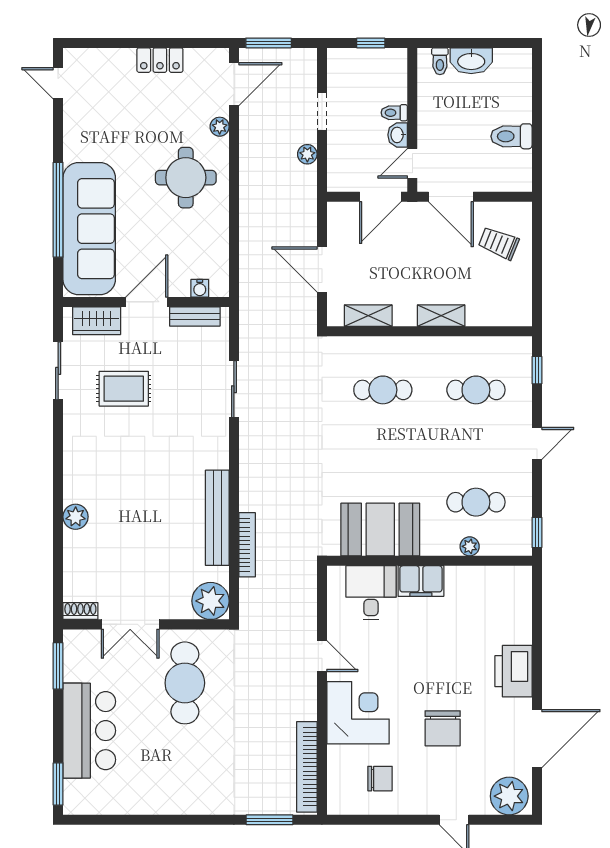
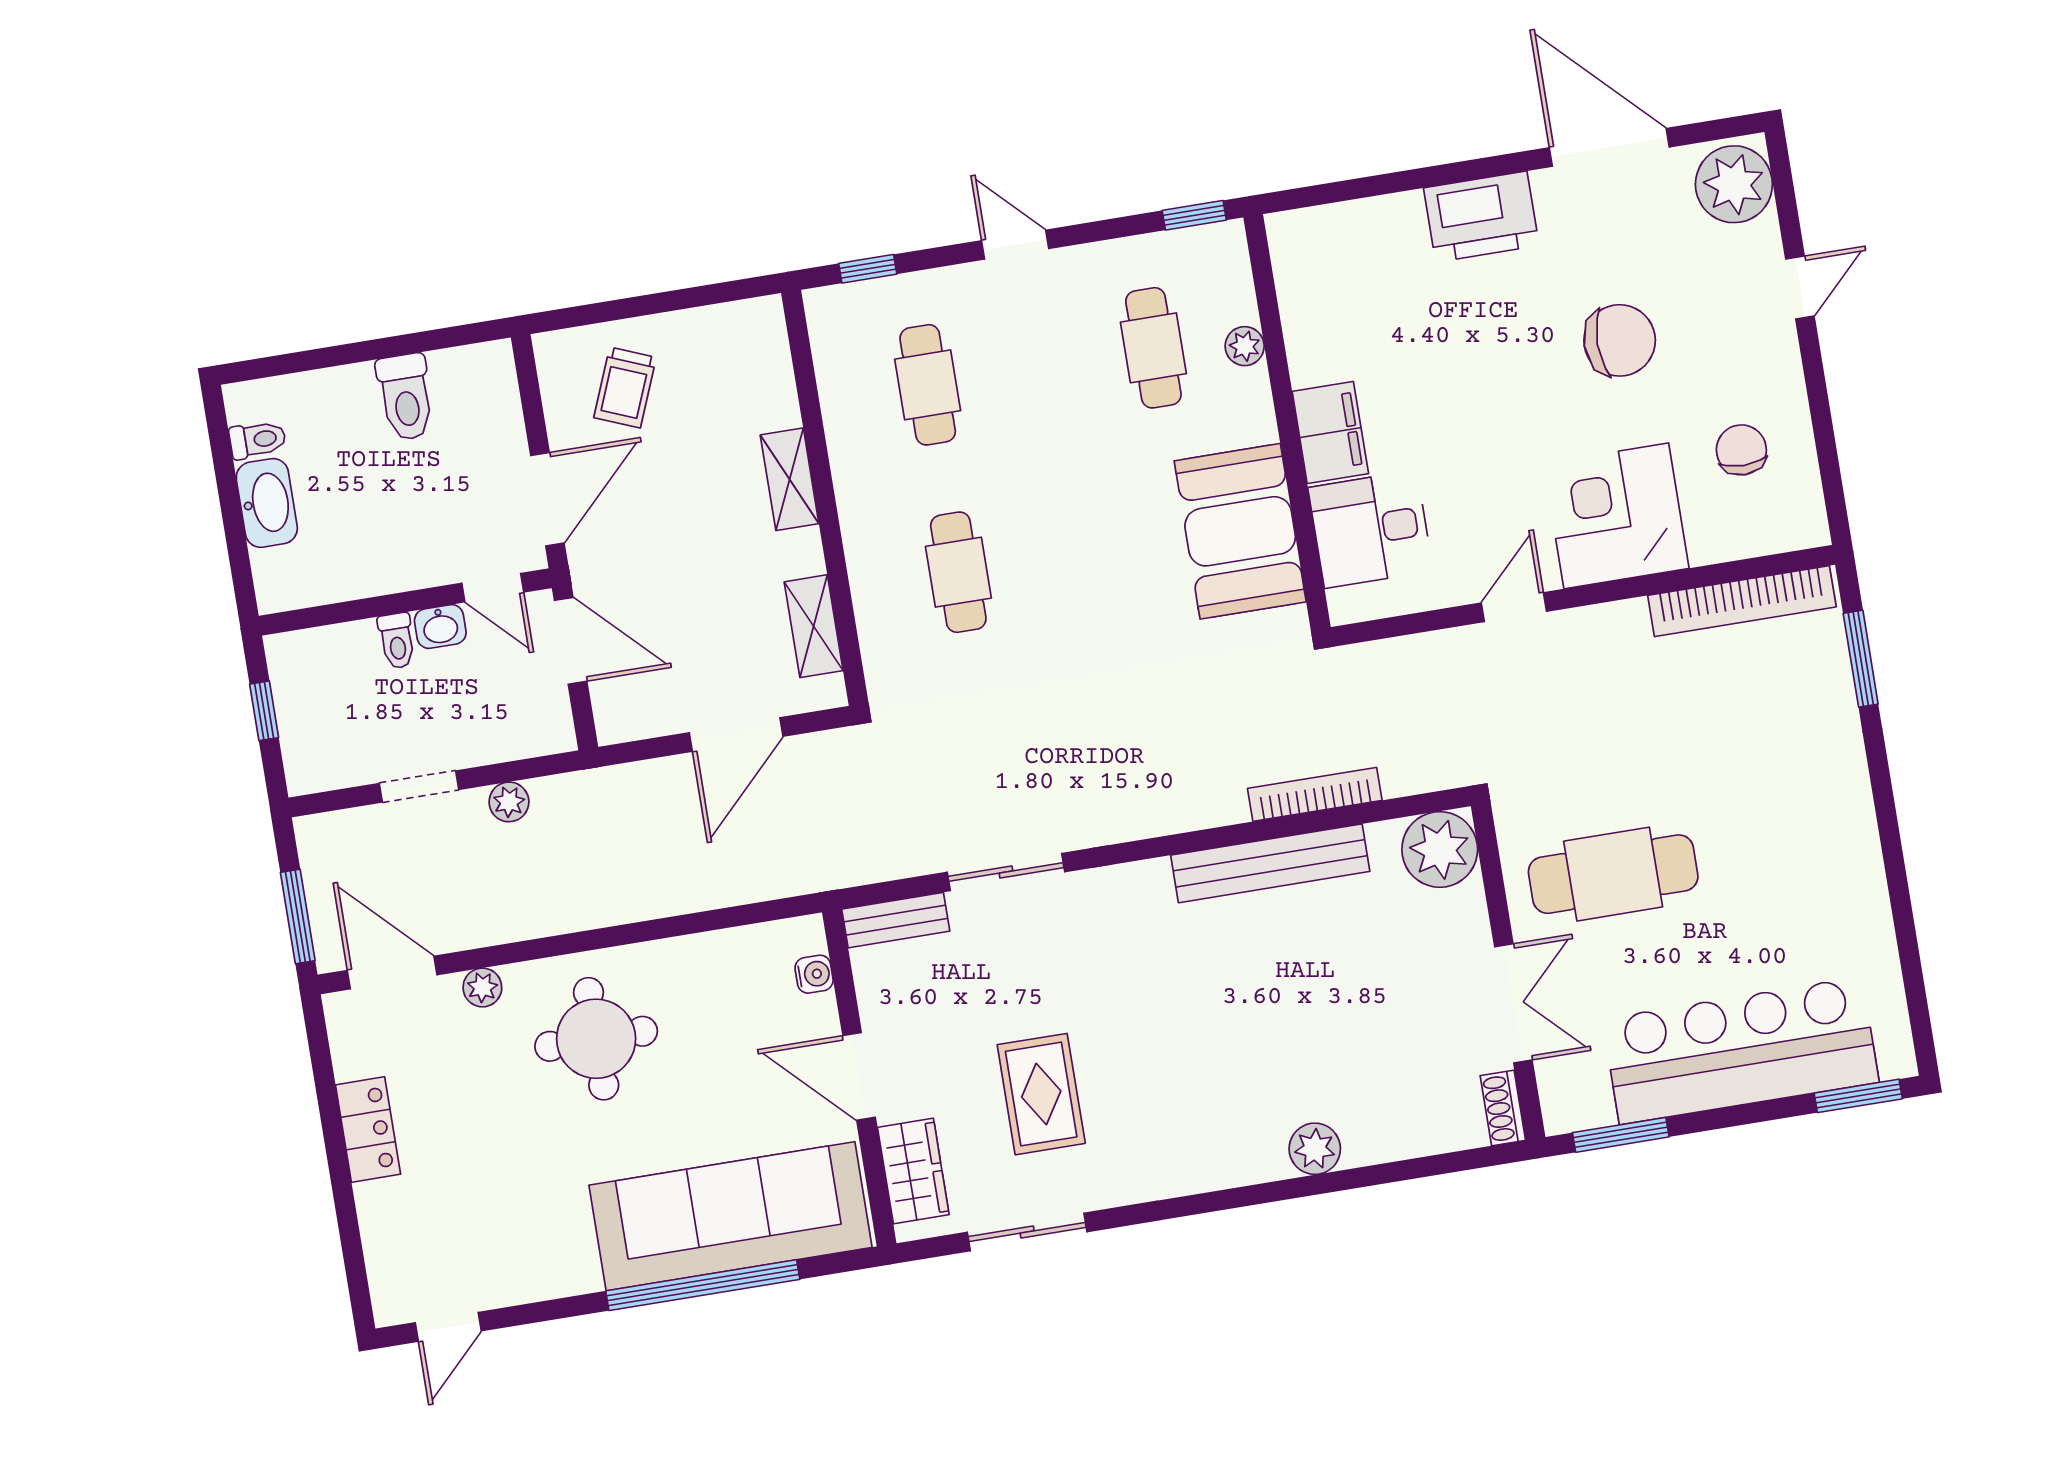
toilet: (440, 61) -> (258, 440), moved
bench: (195, 316) -> (896, 920), moved, turned 90
bar counter: (89, 731) -> (1741, 1051), width x1.36

